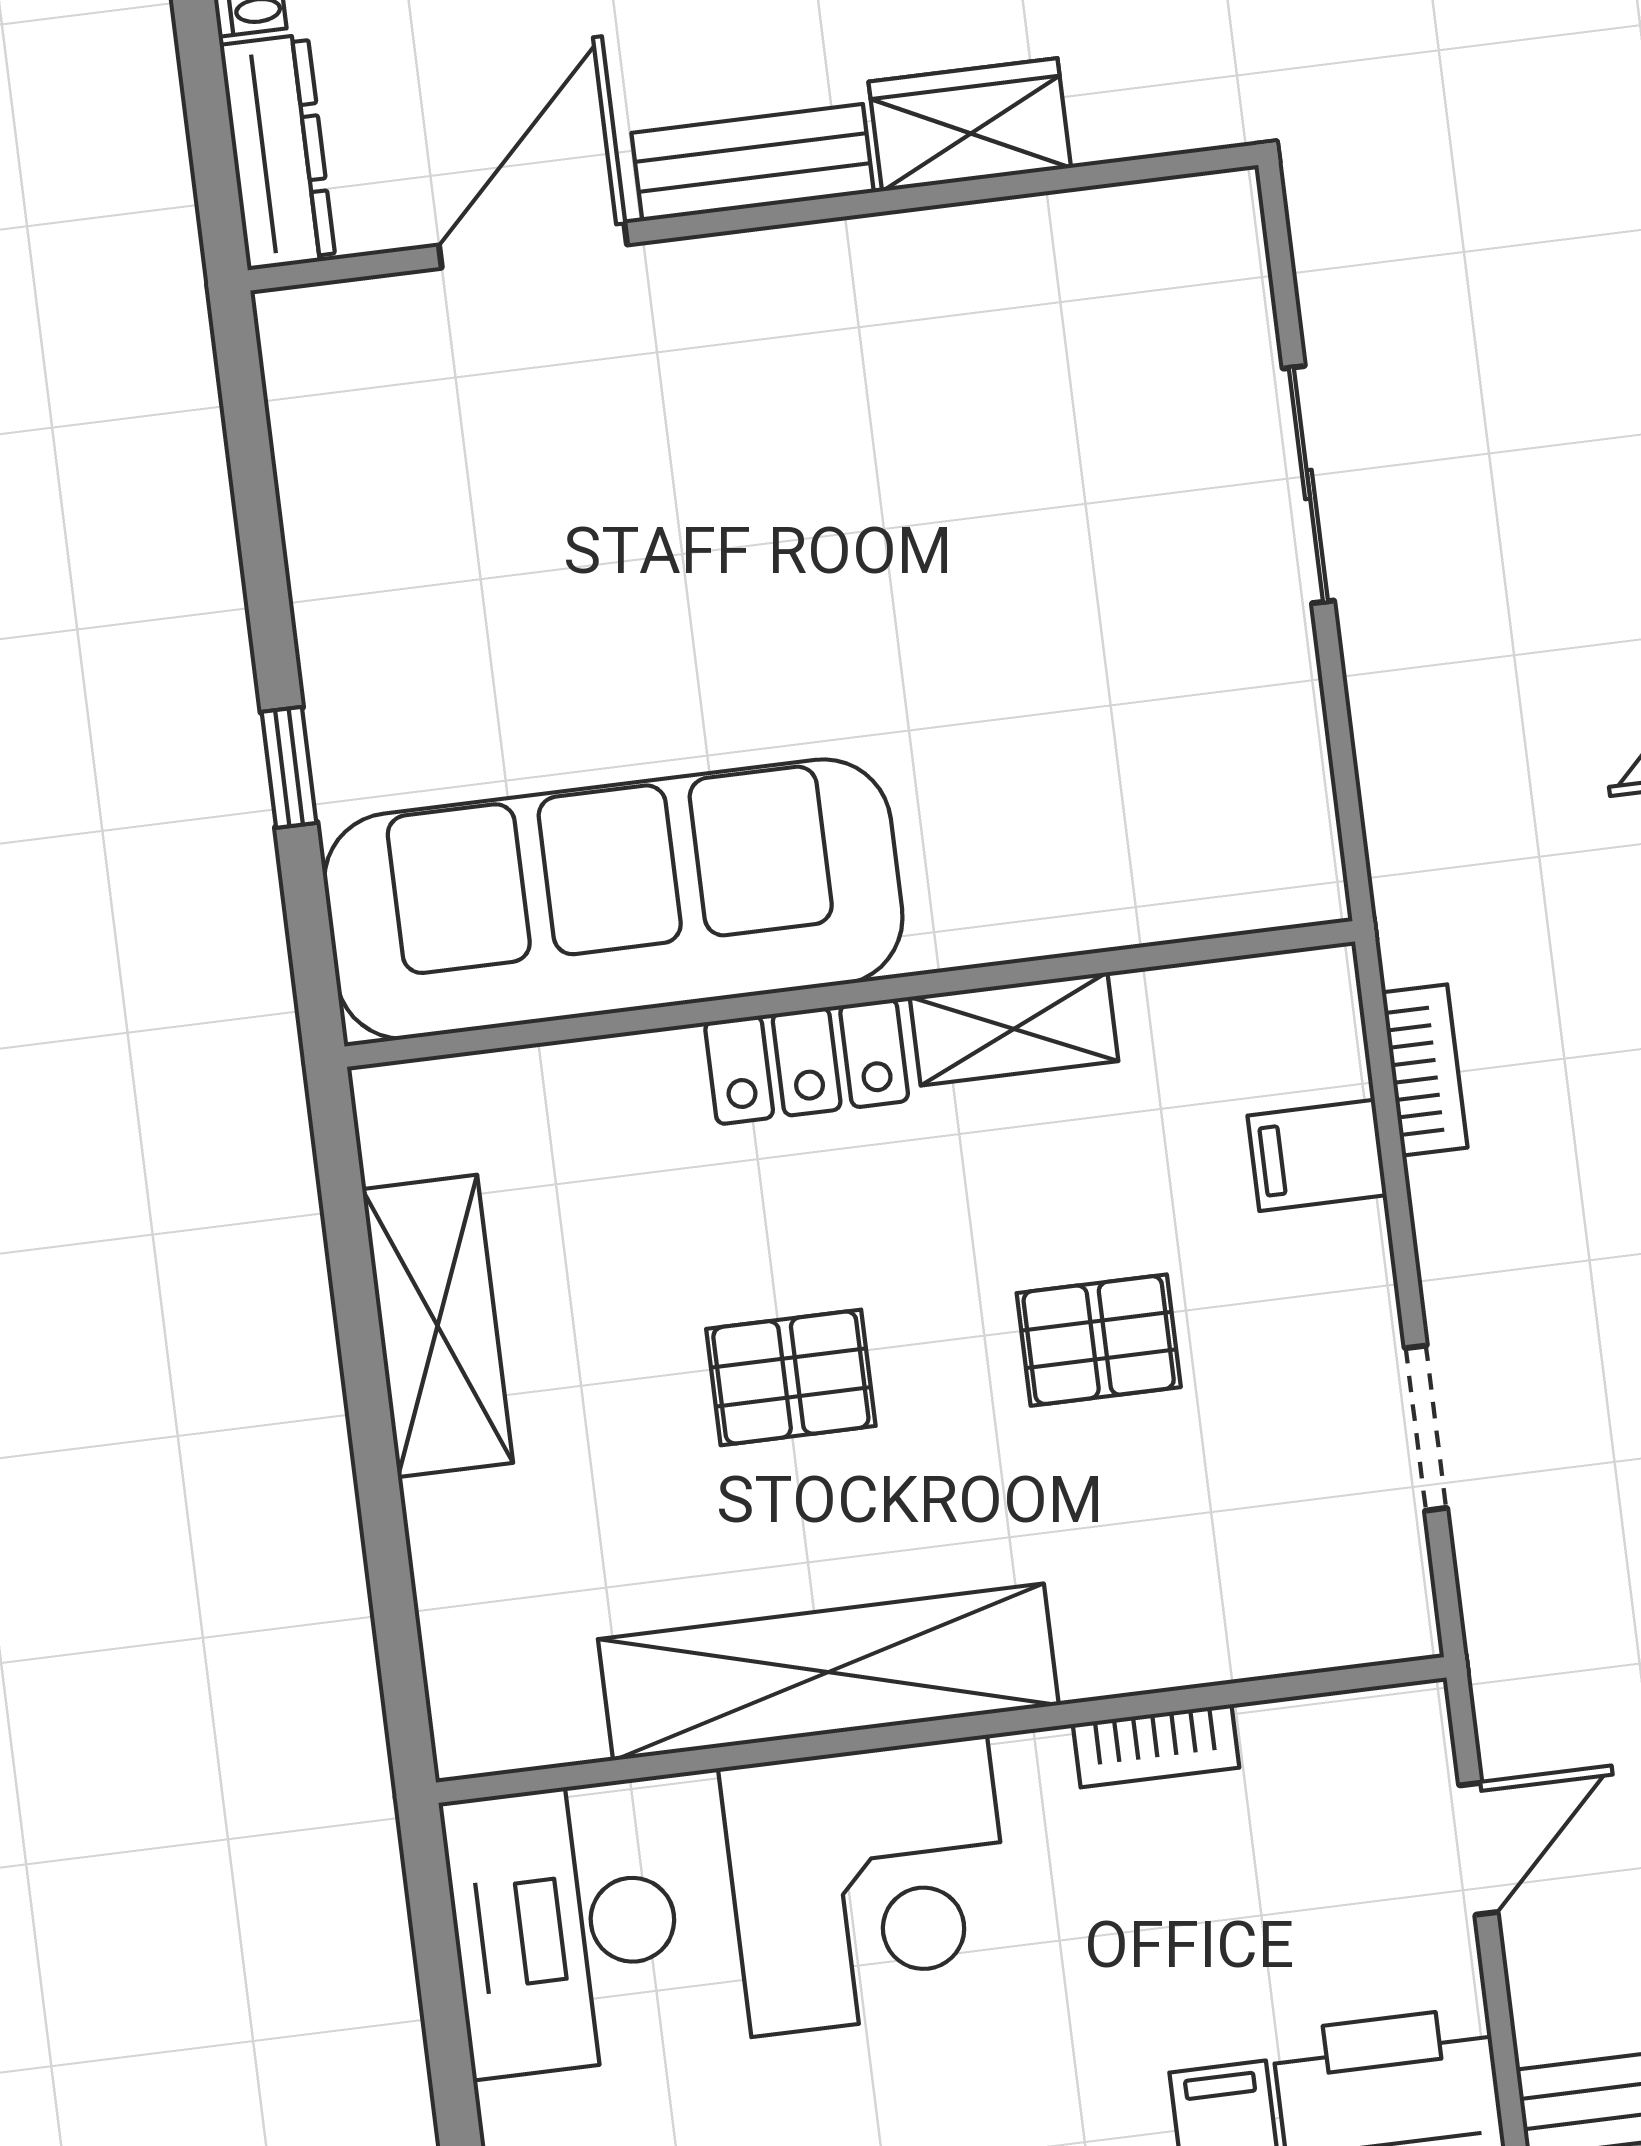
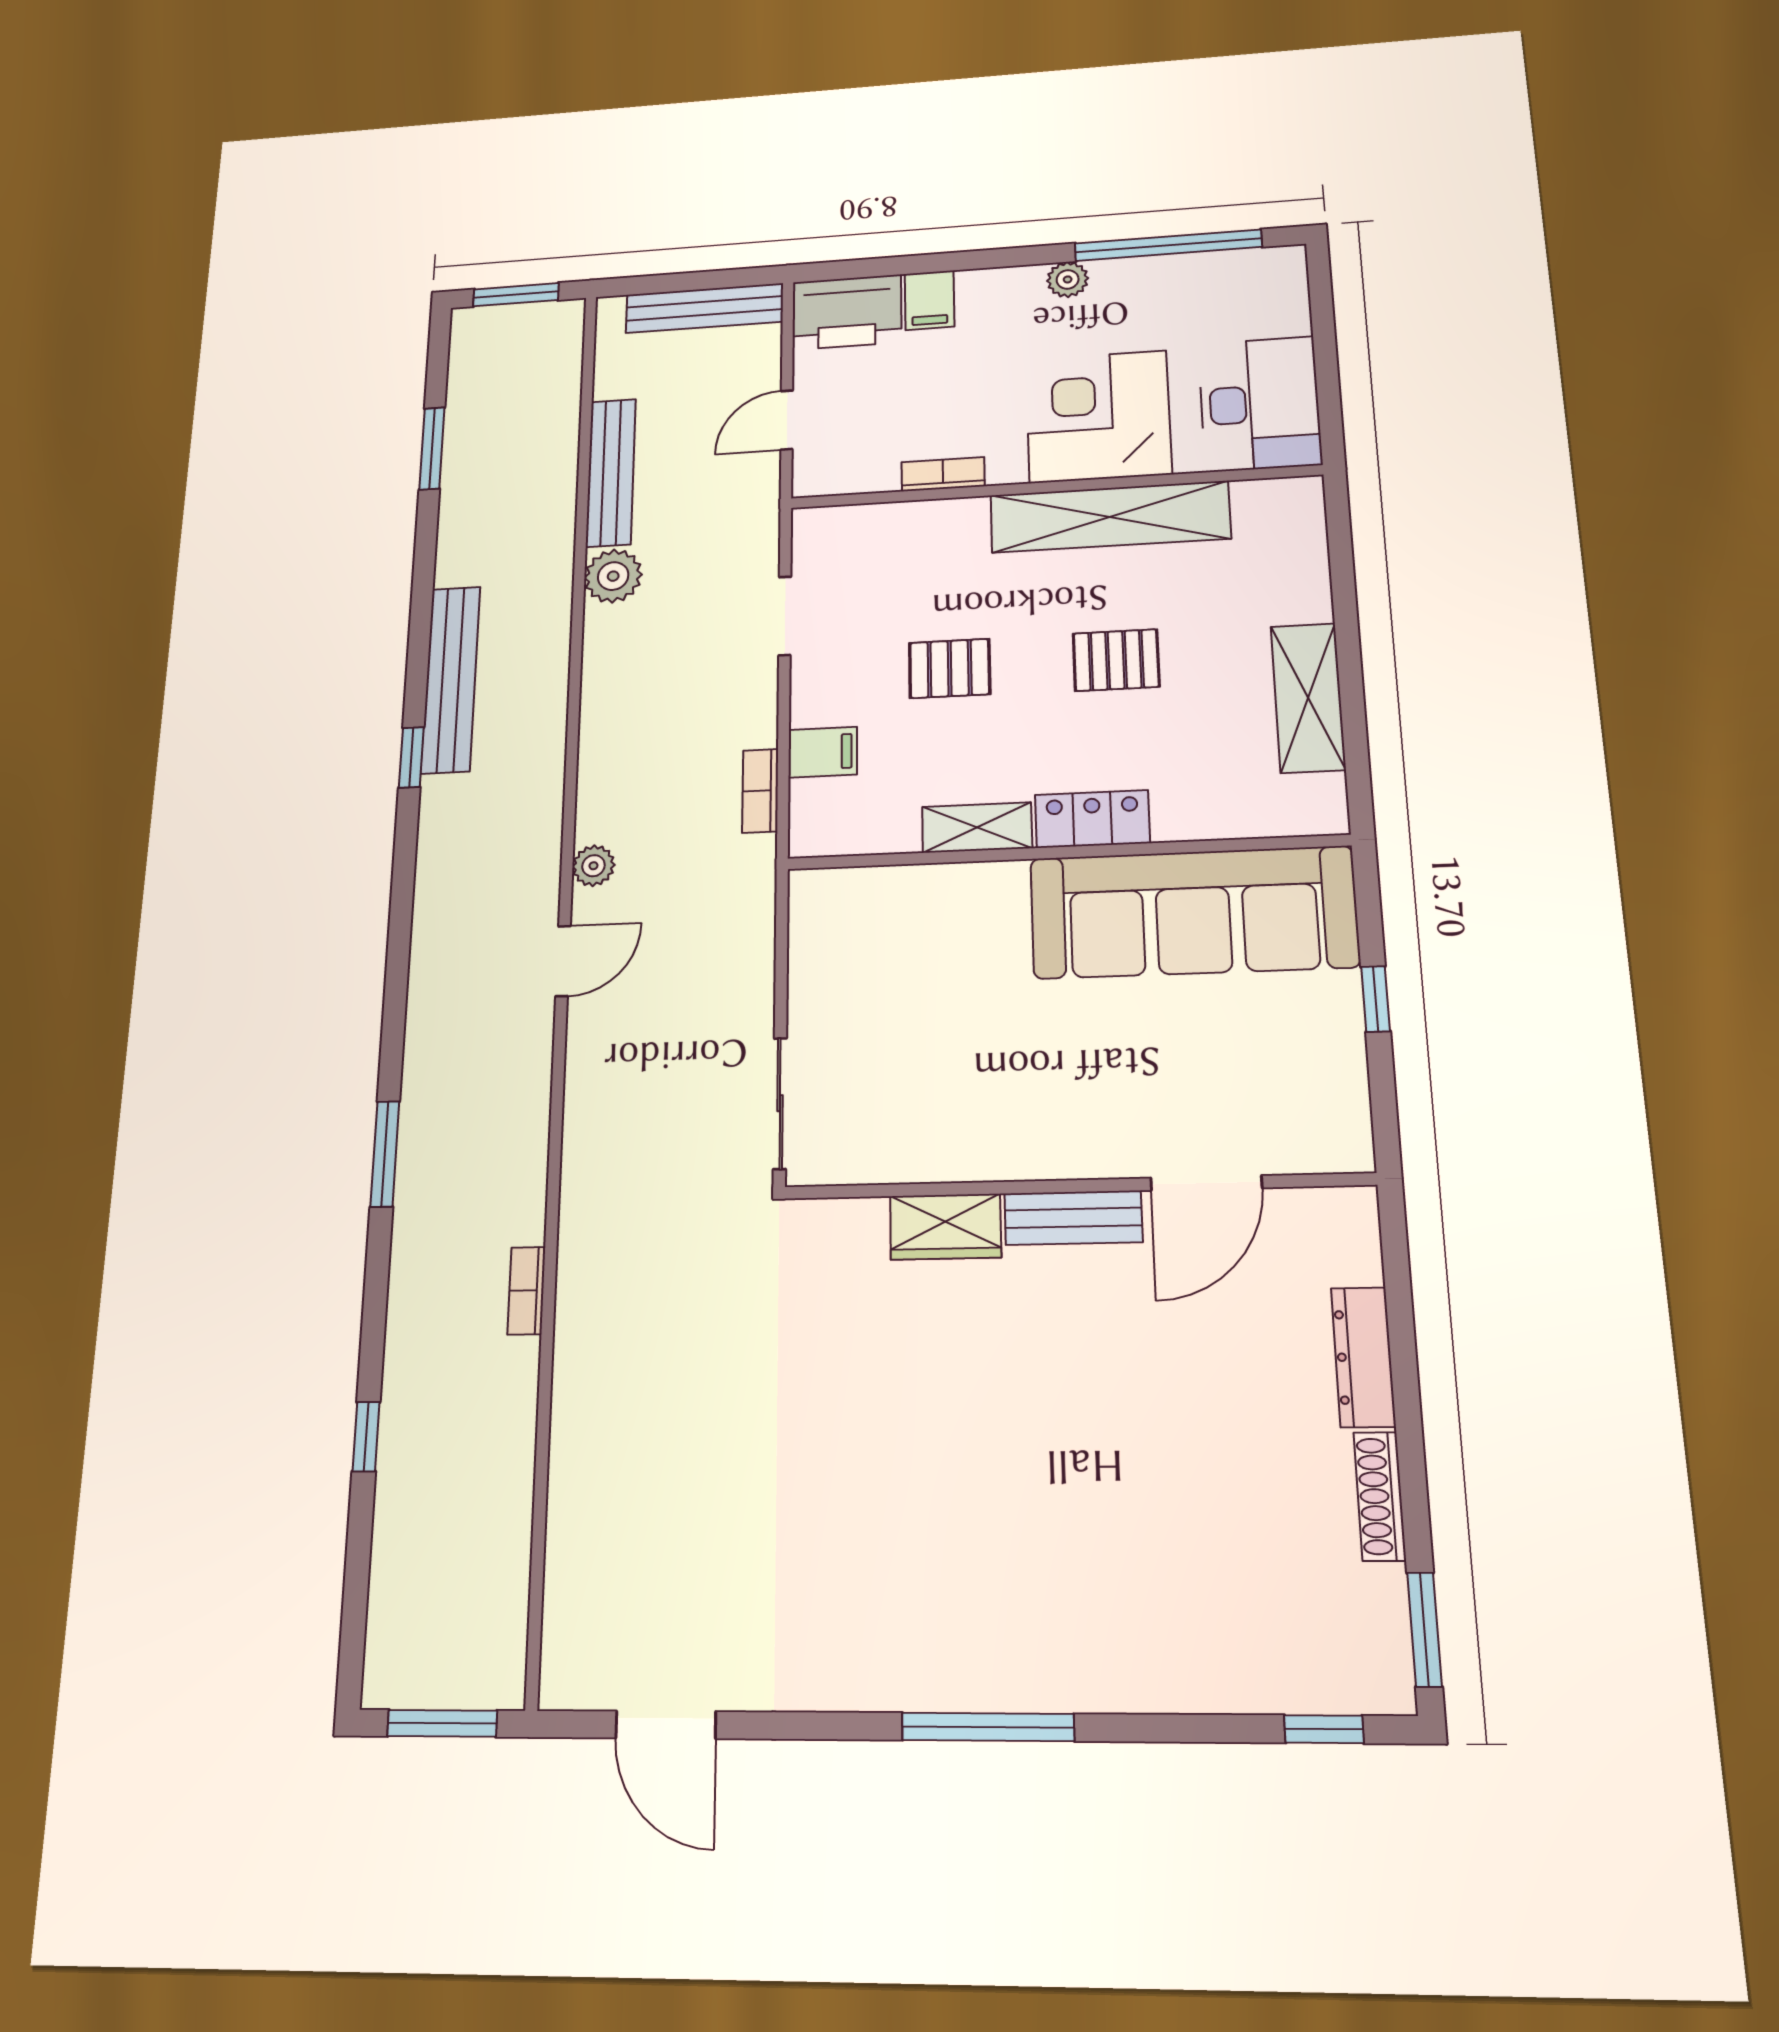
wardrobe: (970, 125) -> (945, 1227), moved
bench: (753, 163) -> (1073, 1218), moved
wall: (753, 218) -> (1076, 1186), moved
door: (533, 245) -> (1206, 1183), moved

